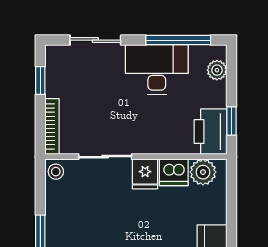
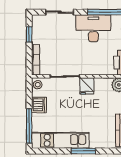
dishwasher: (174, 172) -> (39, 105), moved, turned -90

